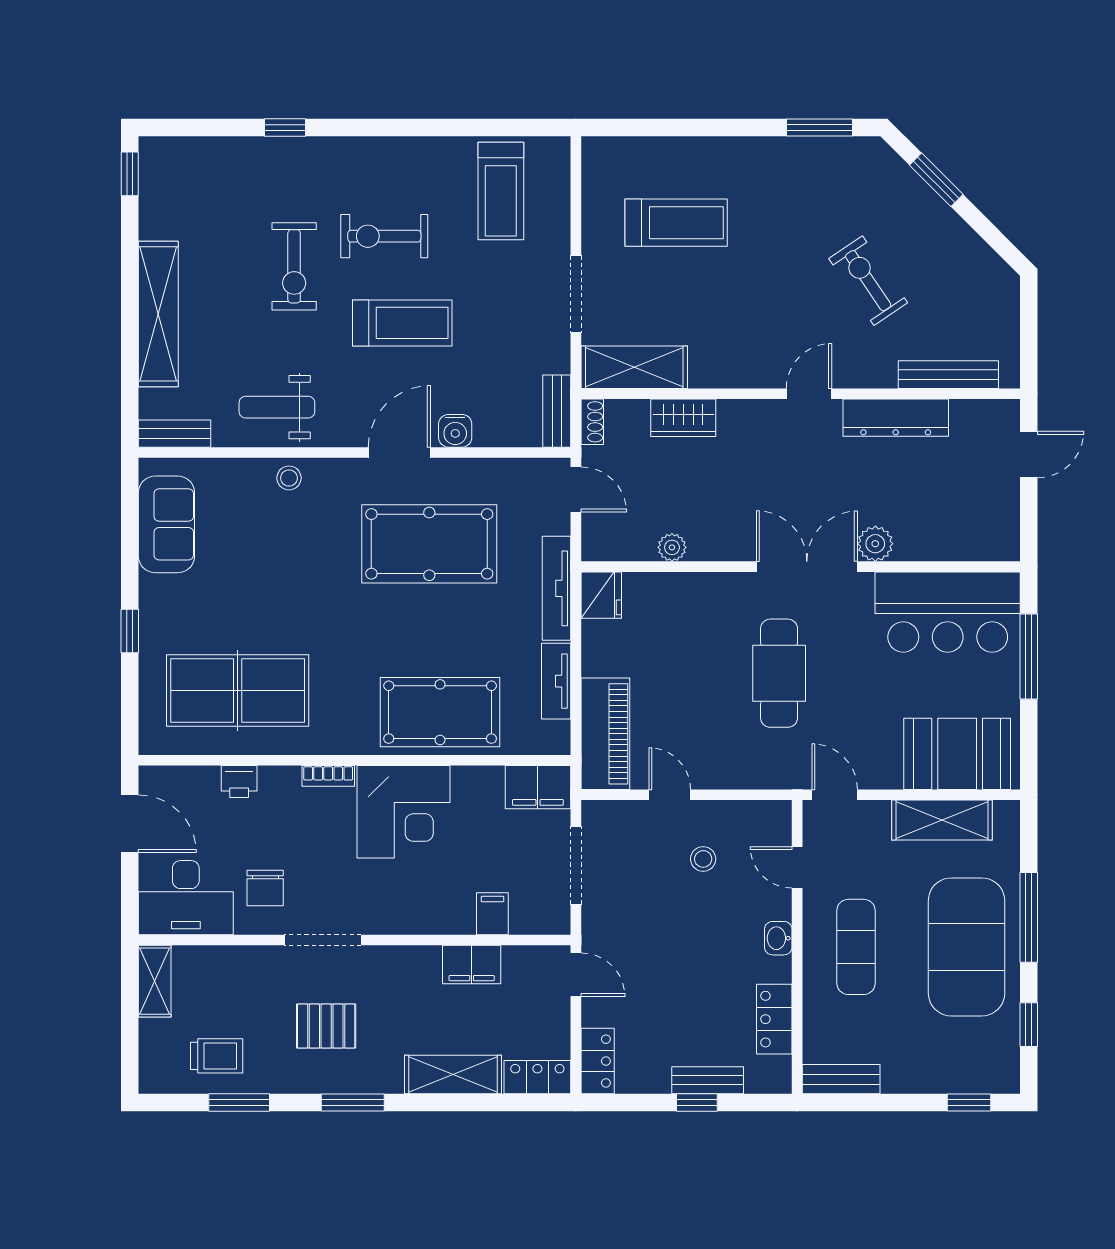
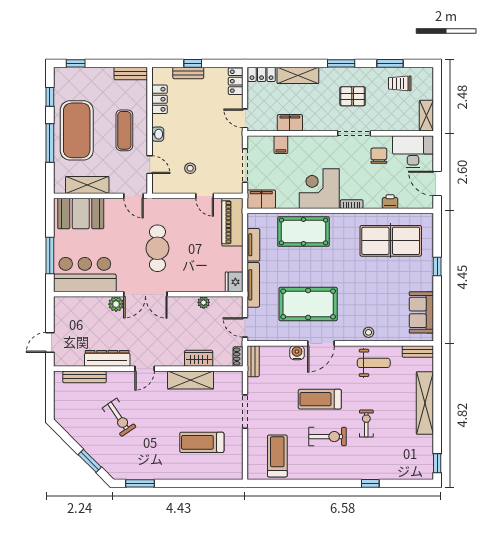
exercise bike: (294, 266) -> (366, 424), width x0.73, depth x0.72
shelving: (634, 367) -> (191, 380), moved

